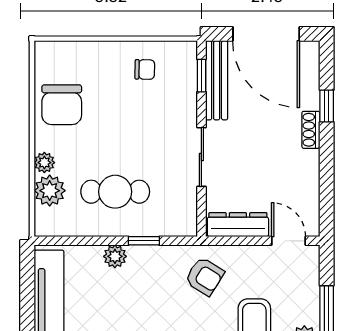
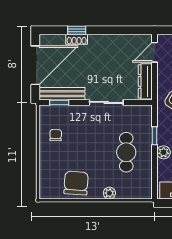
chair: (62, 105) -> (76, 183), turned -86
shoe rack: (311, 130) -> (77, 39), moved
plant: (50, 191) -> (126, 190), removed

